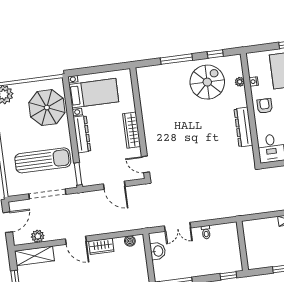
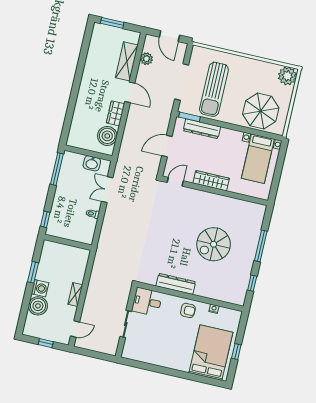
spiral stairs: (207, 82) -> (214, 244), moved, turned 90
plant: (240, 82) -> (218, 296), removed
dresser: (82, 134) -> (202, 129), moved
door: (76, 240) -> (130, 92), swing flipped
boiler: (130, 241) -> (107, 136), width x1.86, depth x1.86
shelving: (34, 256) -> (127, 61), moved

